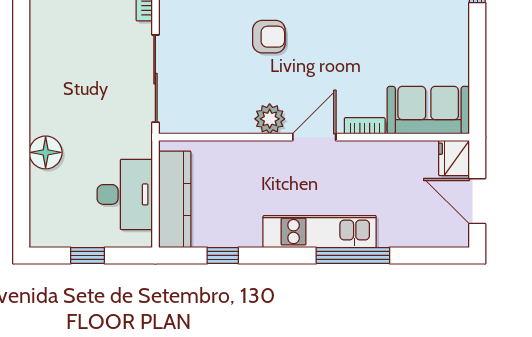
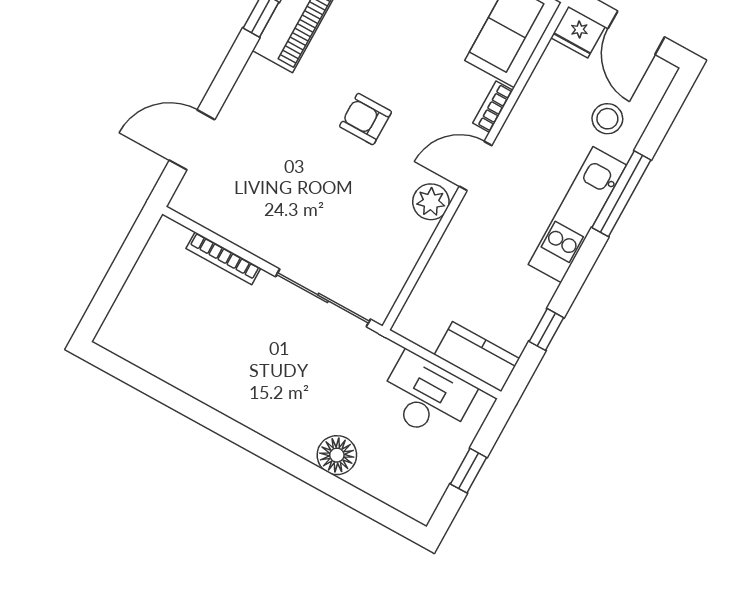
armchair: (269, 37) -> (366, 119), moved, turned -90
door: (314, 137) -> (476, 166), hinge flipped
kitchen counter: (175, 199) -> (477, 357), width x0.67
door: (477, 201) -> (636, 33), hinge flipped
stool: (402, 215) -> (607, 119), added

